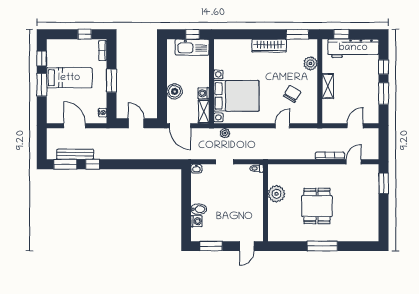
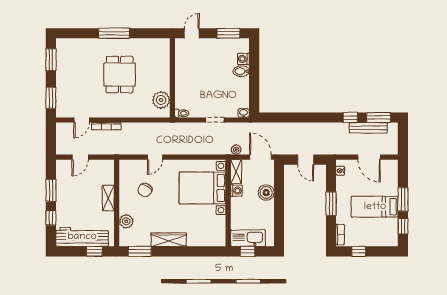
plant: (225, 133) -> (236, 150), moved
plant: (276, 194) -> (161, 100), moved
window: (384, 220) -> (51, 60), added

